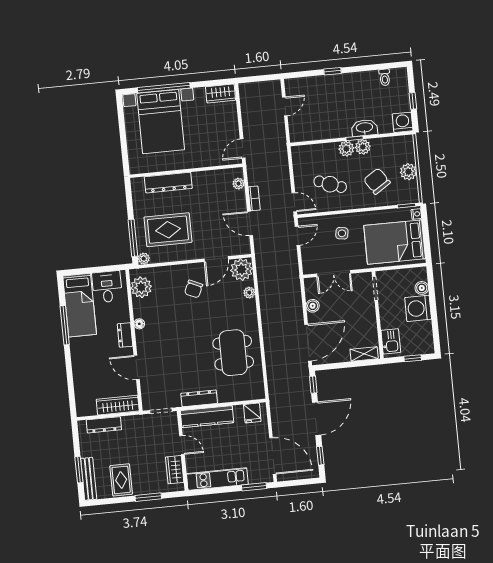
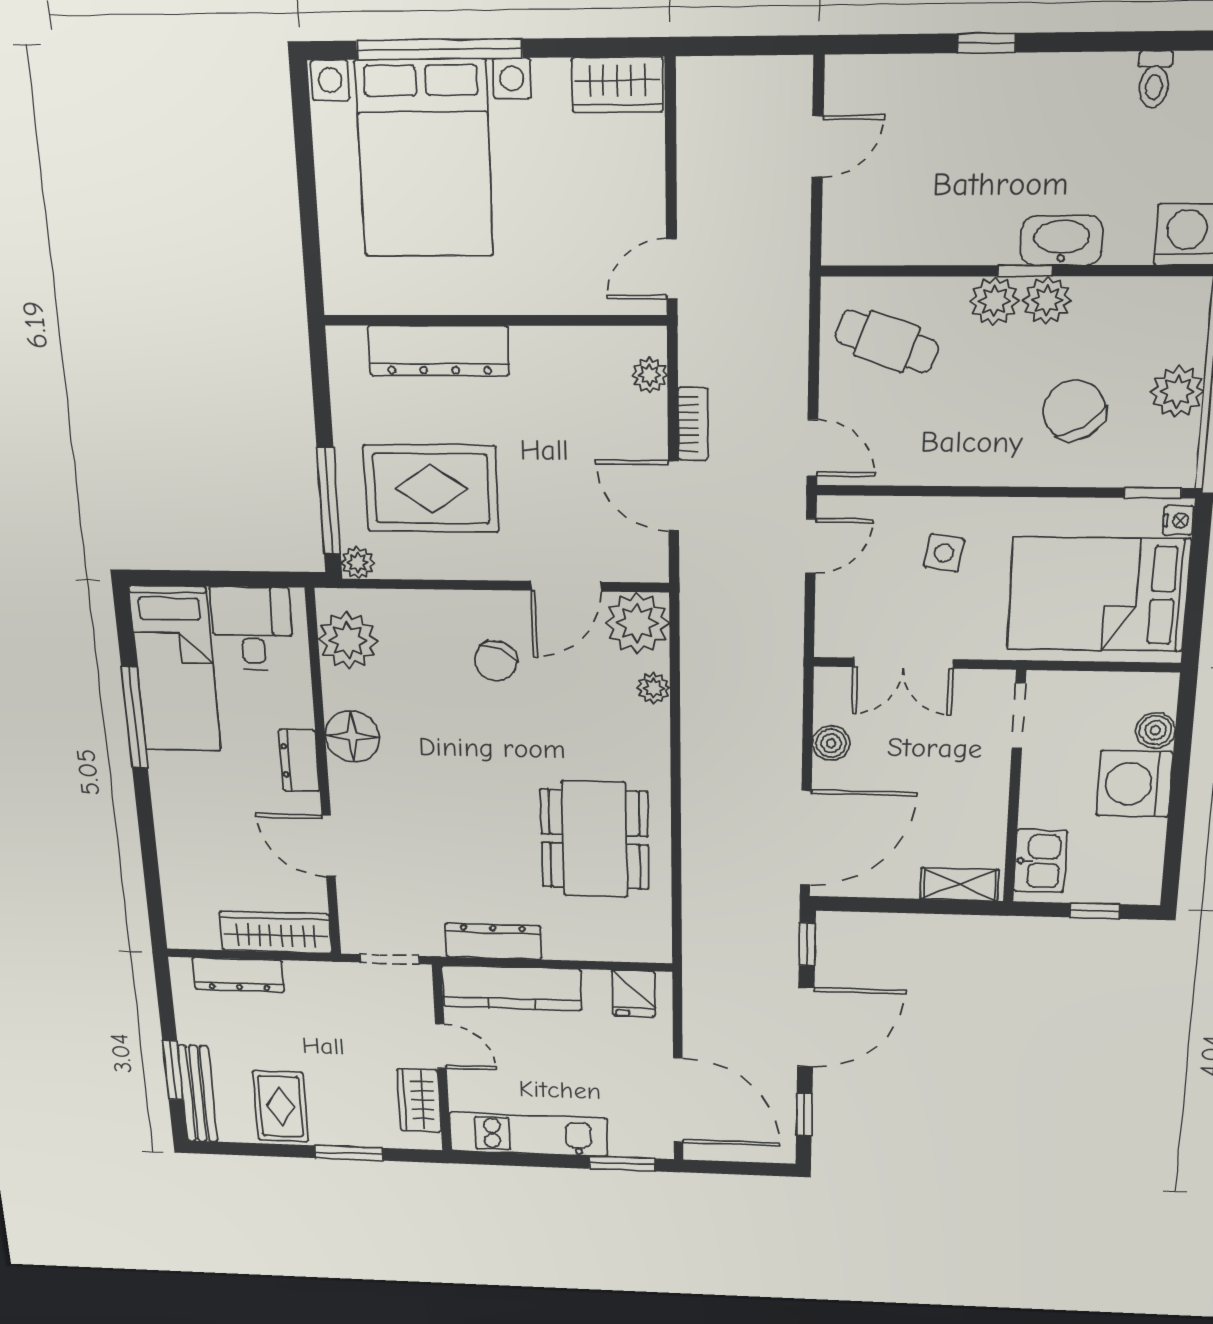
cafe table: (330, 184) -> (887, 341), moved
floor lamp: (139, 324) -> (352, 737), width x1.89, depth x1.89

